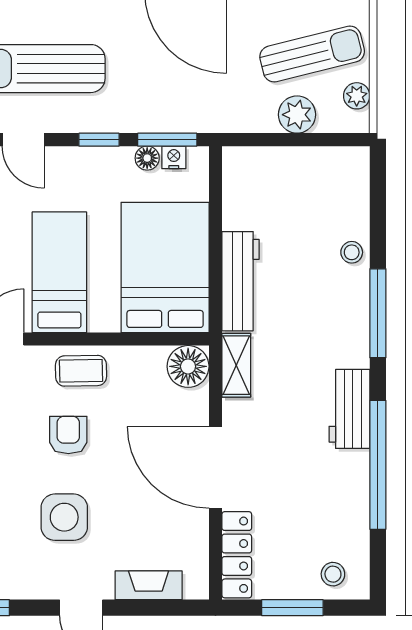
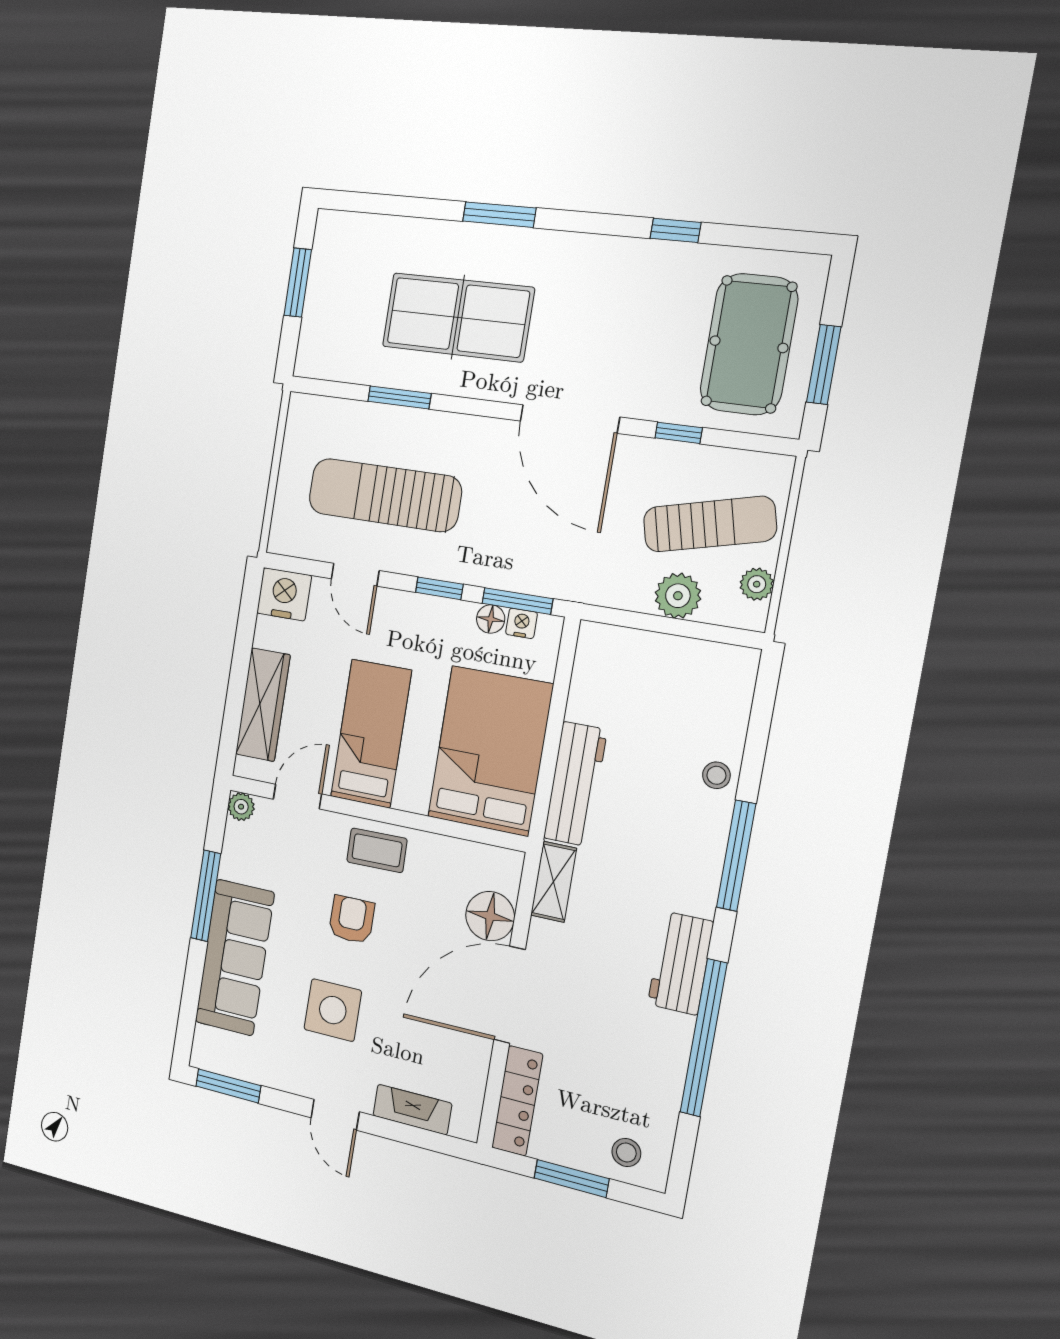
floor lamp: (188, 366) -> (490, 916), moved
door: (215, 467) -> (510, 995), hinge flipped

